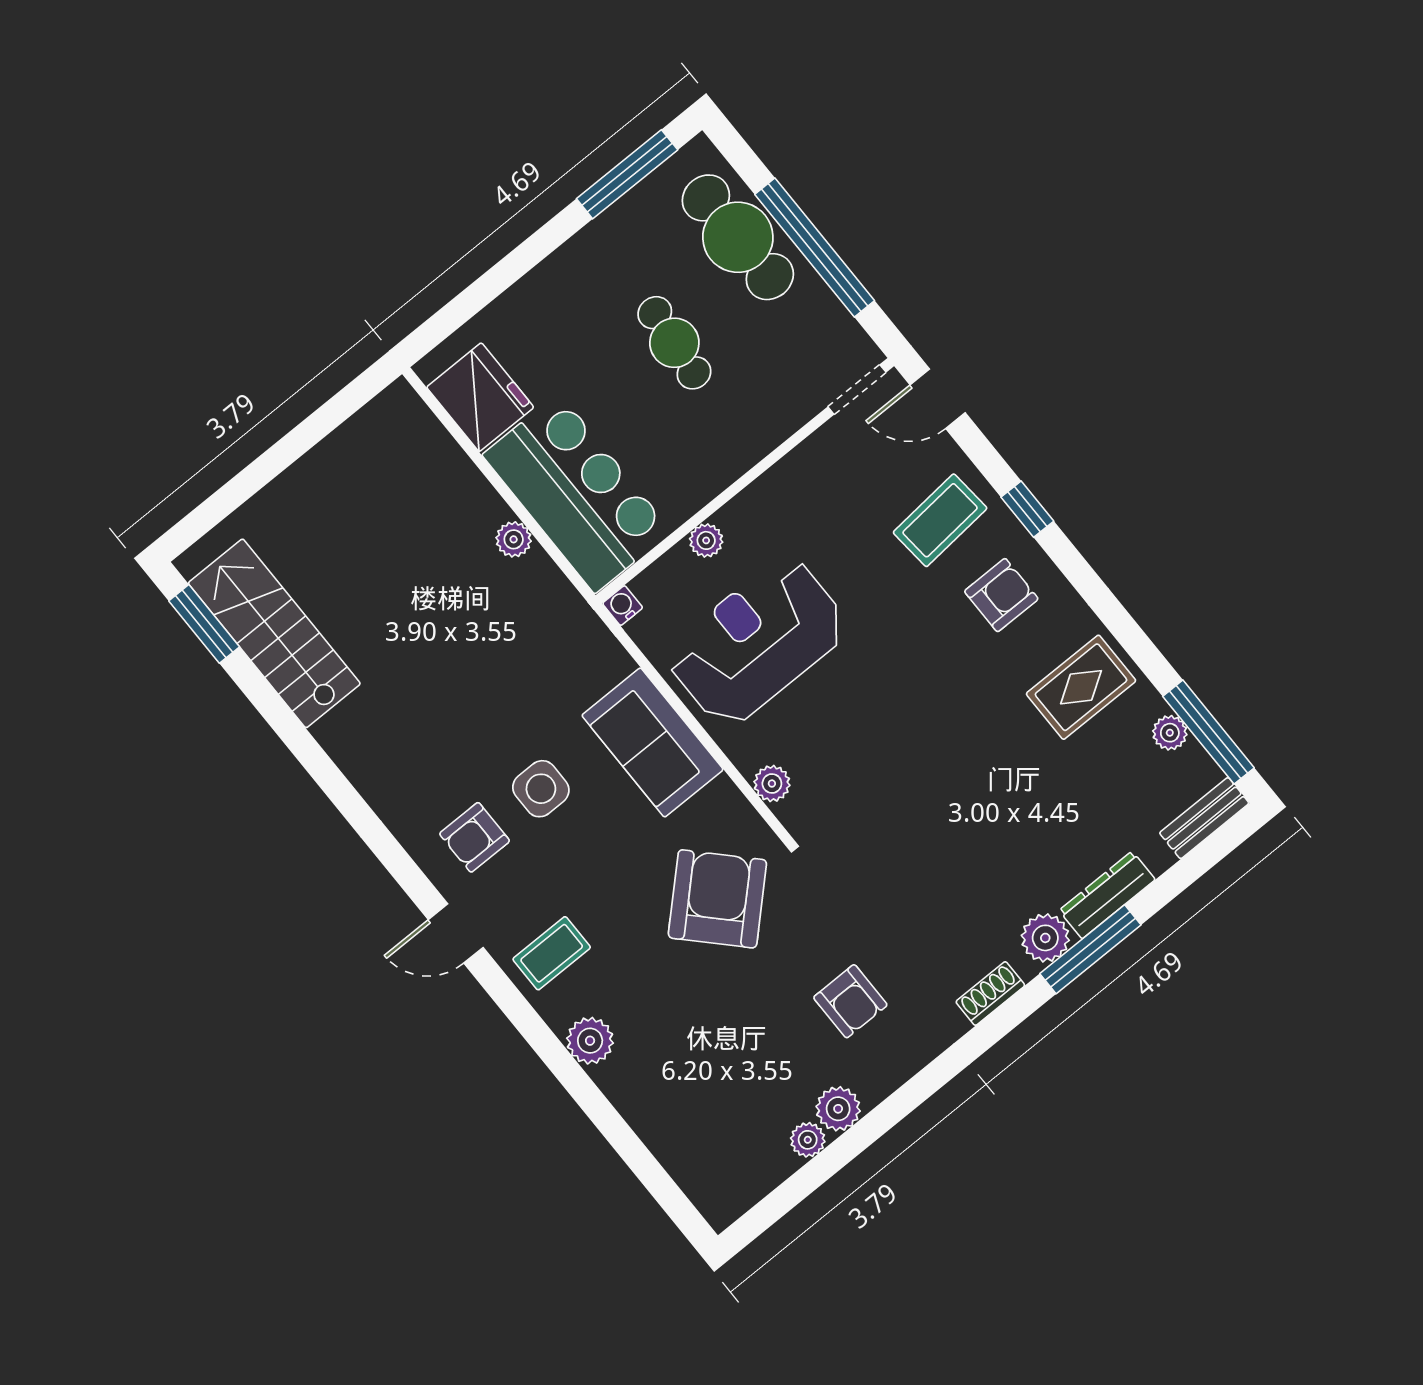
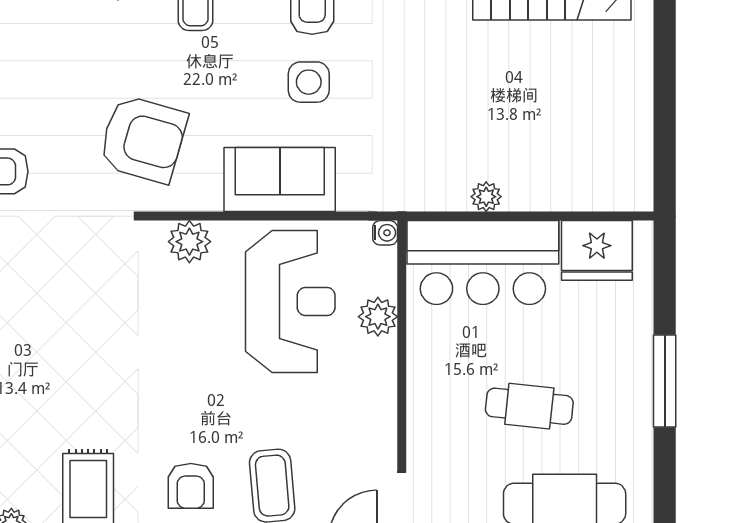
window: (627, 174) -> (665, 381), moved
plant: (706, 540) -> (378, 317), width x1.38, depth x1.38
plant: (772, 784) -> (189, 242), width x1.38, depth x1.38
armchair: (717, 899) -> (143, 139), turned -30

